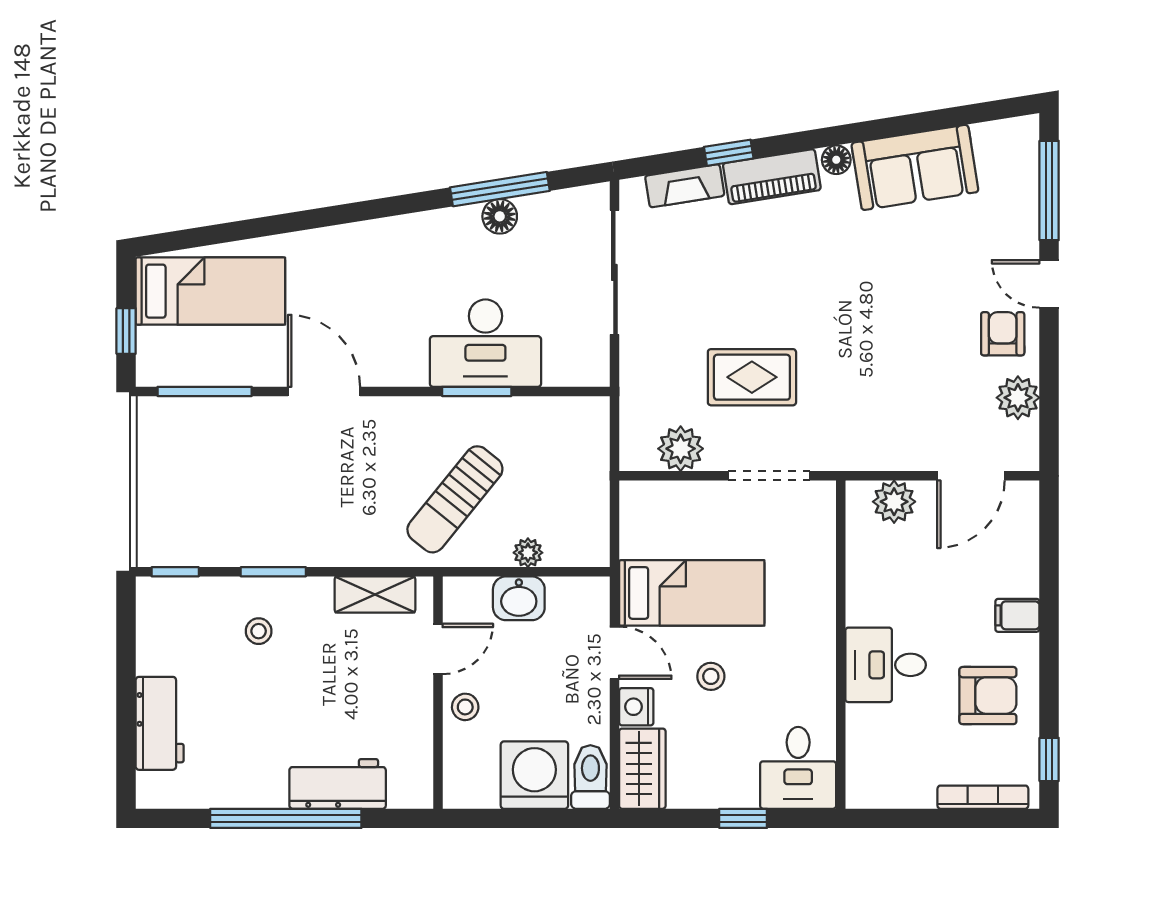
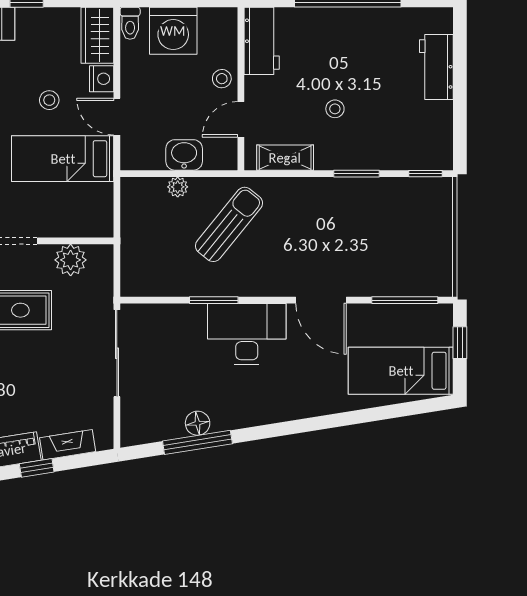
sliding door: (614, 272) -> (117, 353), moved
desk: (485, 343) -> (247, 334), moved
stool: (259, 631) -> (335, 109), moved
toilet: (590, 777) -> (130, 23), width x0.73, depth x0.72
workbench: (338, 784) -> (262, 41), moved, turned -90

